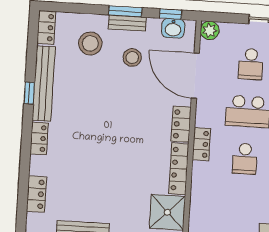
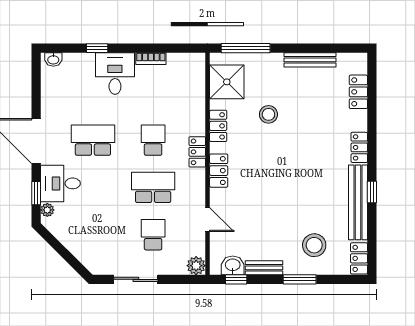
window: (125, 11) -> (300, 279), moved
bench: (127, 23) -> (264, 268), moved
stool: (132, 58) -> (268, 114), moved
door: (195, 76) -> (208, 220), width x0.53
locker: (179, 169) -> (218, 126), width x0.66

